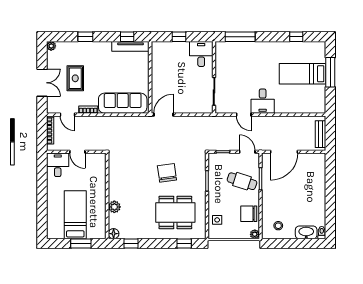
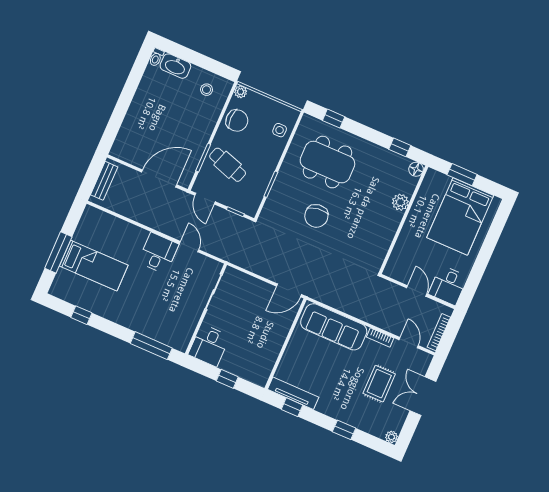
bed: (75, 215) -> (460, 217), width x1.50

